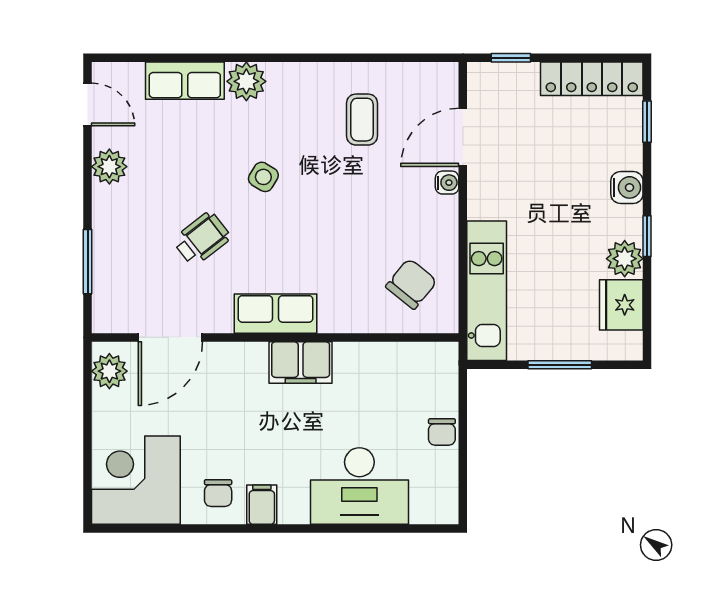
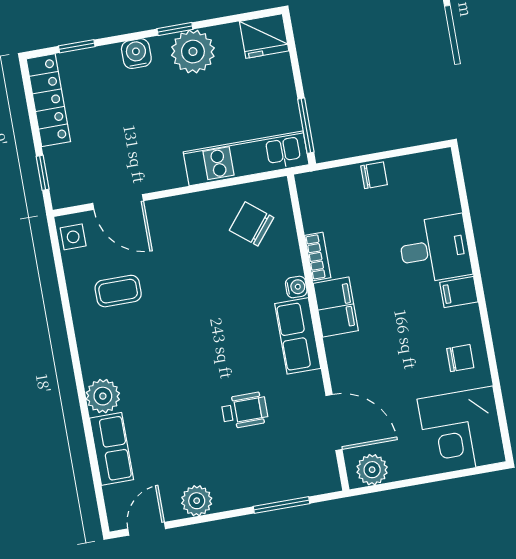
side table: (263, 177) -> (73, 237), moved, turned -31
water cooler: (447, 183) -> (296, 287), moved, turned 90
wheelchair: (202, 239) -> (245, 410), turned 128
plant: (625, 259) -> (193, 52), width x1.36, depth x1.36
fridge: (621, 305) -> (264, 36), moved
bookcase: (361, 352) -> (318, 257), added
window: (560, 365) -> (306, 126), moved
desk: (359, 486) -> (435, 249), width x0.73
filing cabinet: (262, 505) -> (459, 292), moved

